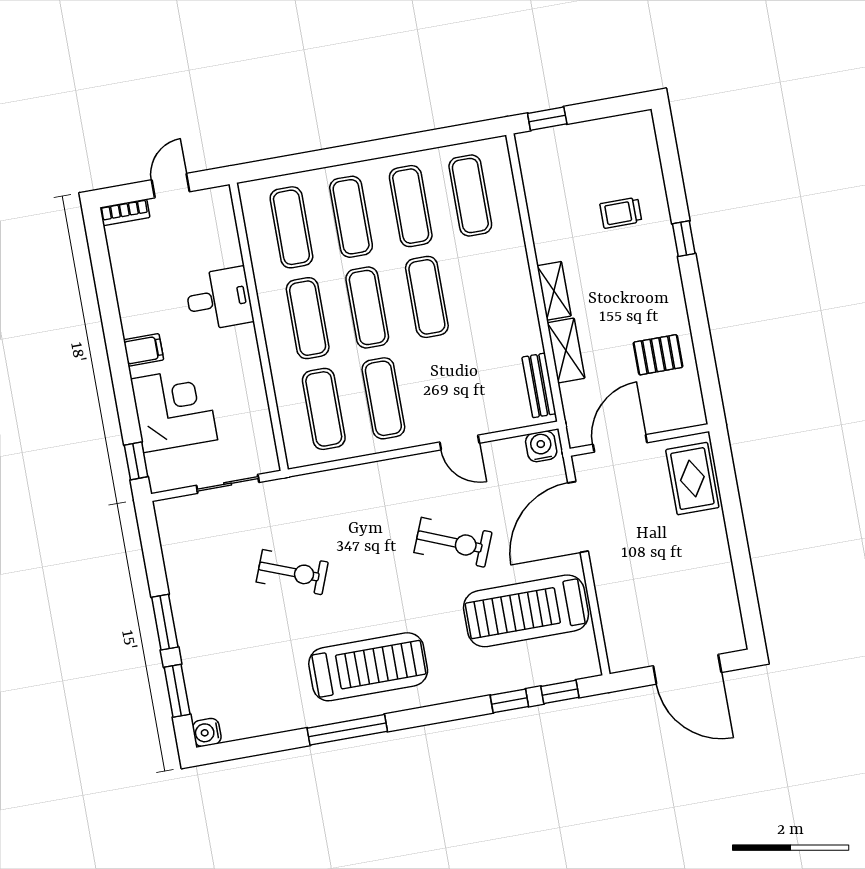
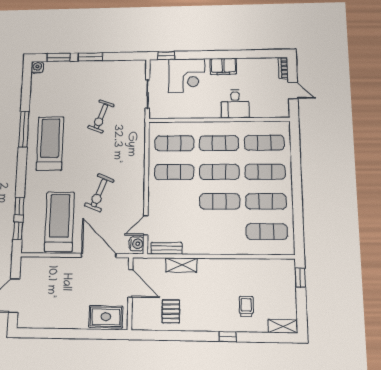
shelving: (554, 291) -> (283, 326), moved
filing cabinet: (143, 350) -> (223, 66), width x2.00
door: (460, 443) -> (146, 225), moved
treadmill: (368, 667) -> (50, 143), turned 180

